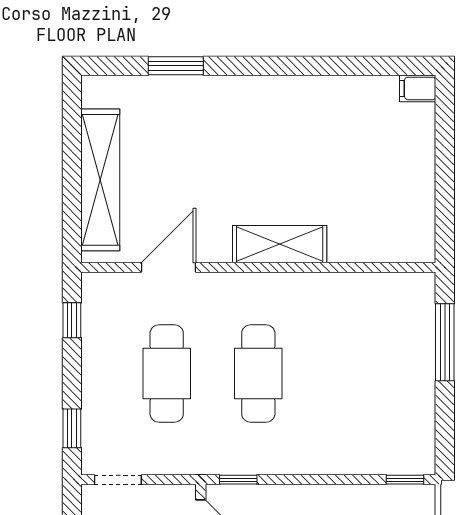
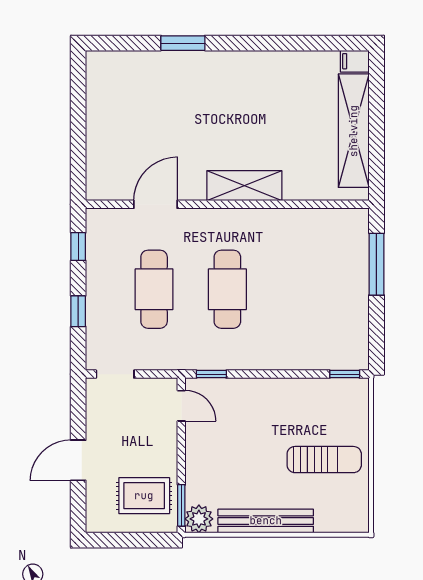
window: (176, 66) -> (183, 43), moved
shelving: (100, 180) -> (354, 131), moved
window: (72, 428) -> (78, 311), moved

